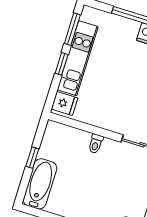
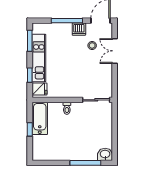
window: (62, 64) -> (30, 75), moved
bathtub: (40, 184) -> (40, 118), moved

